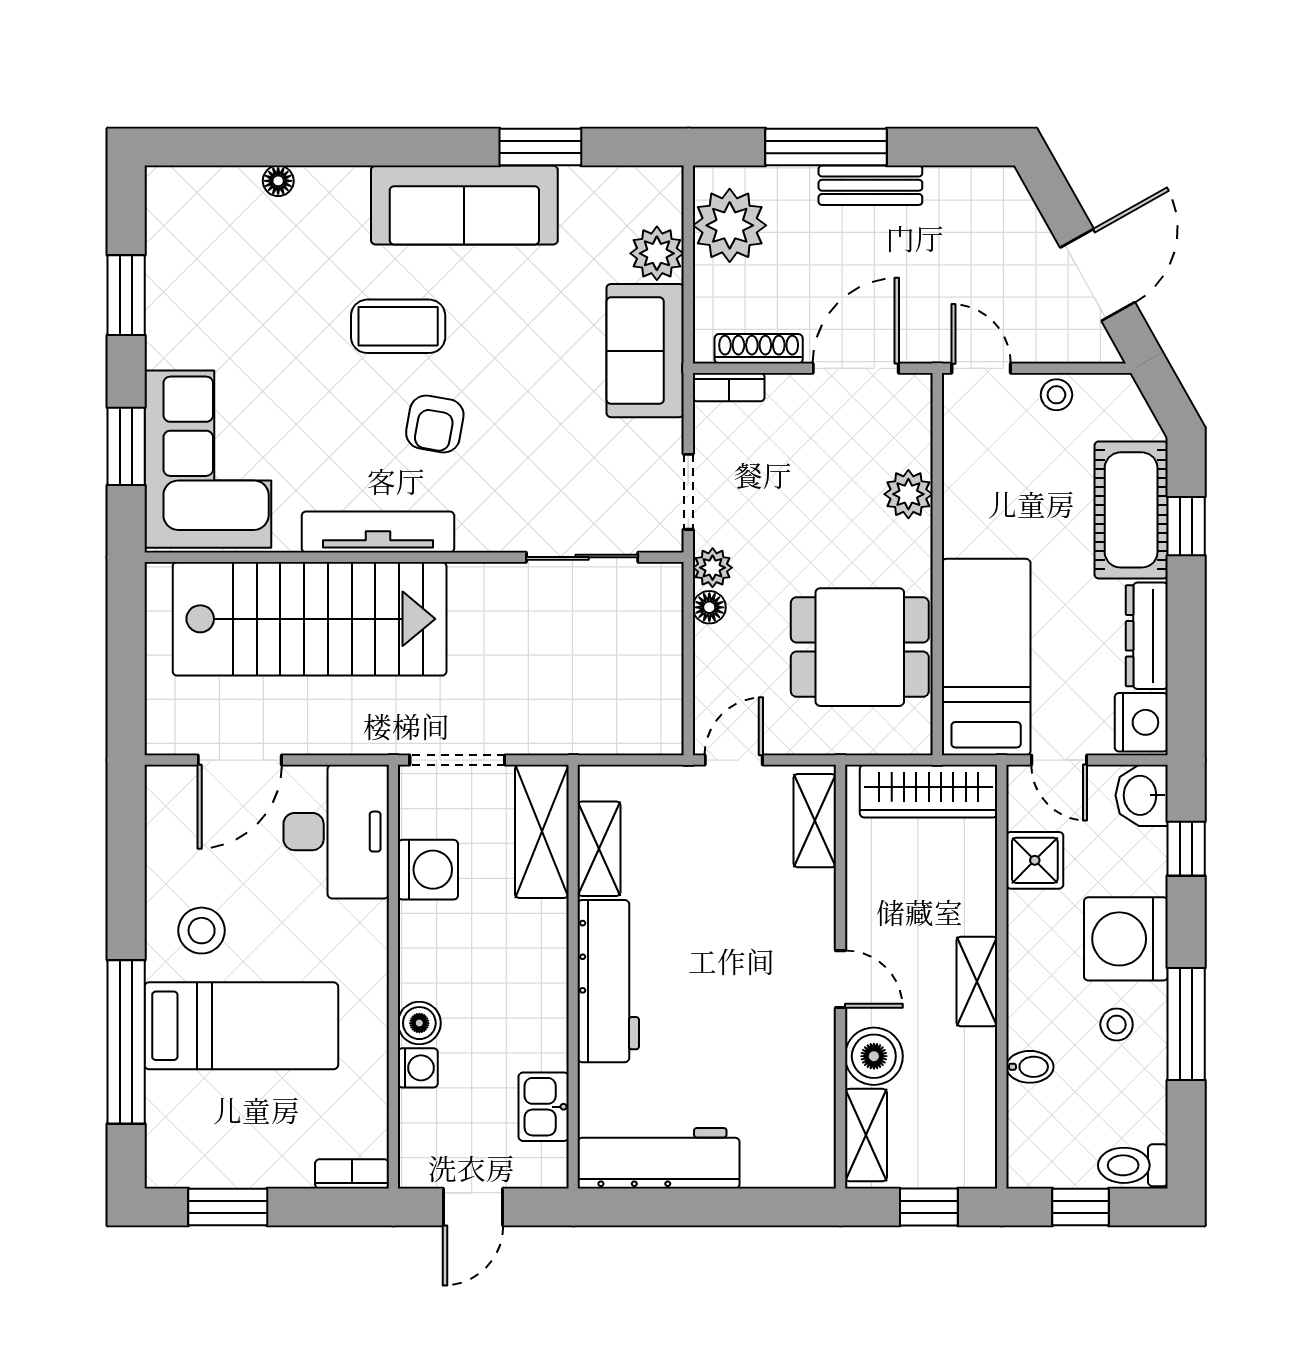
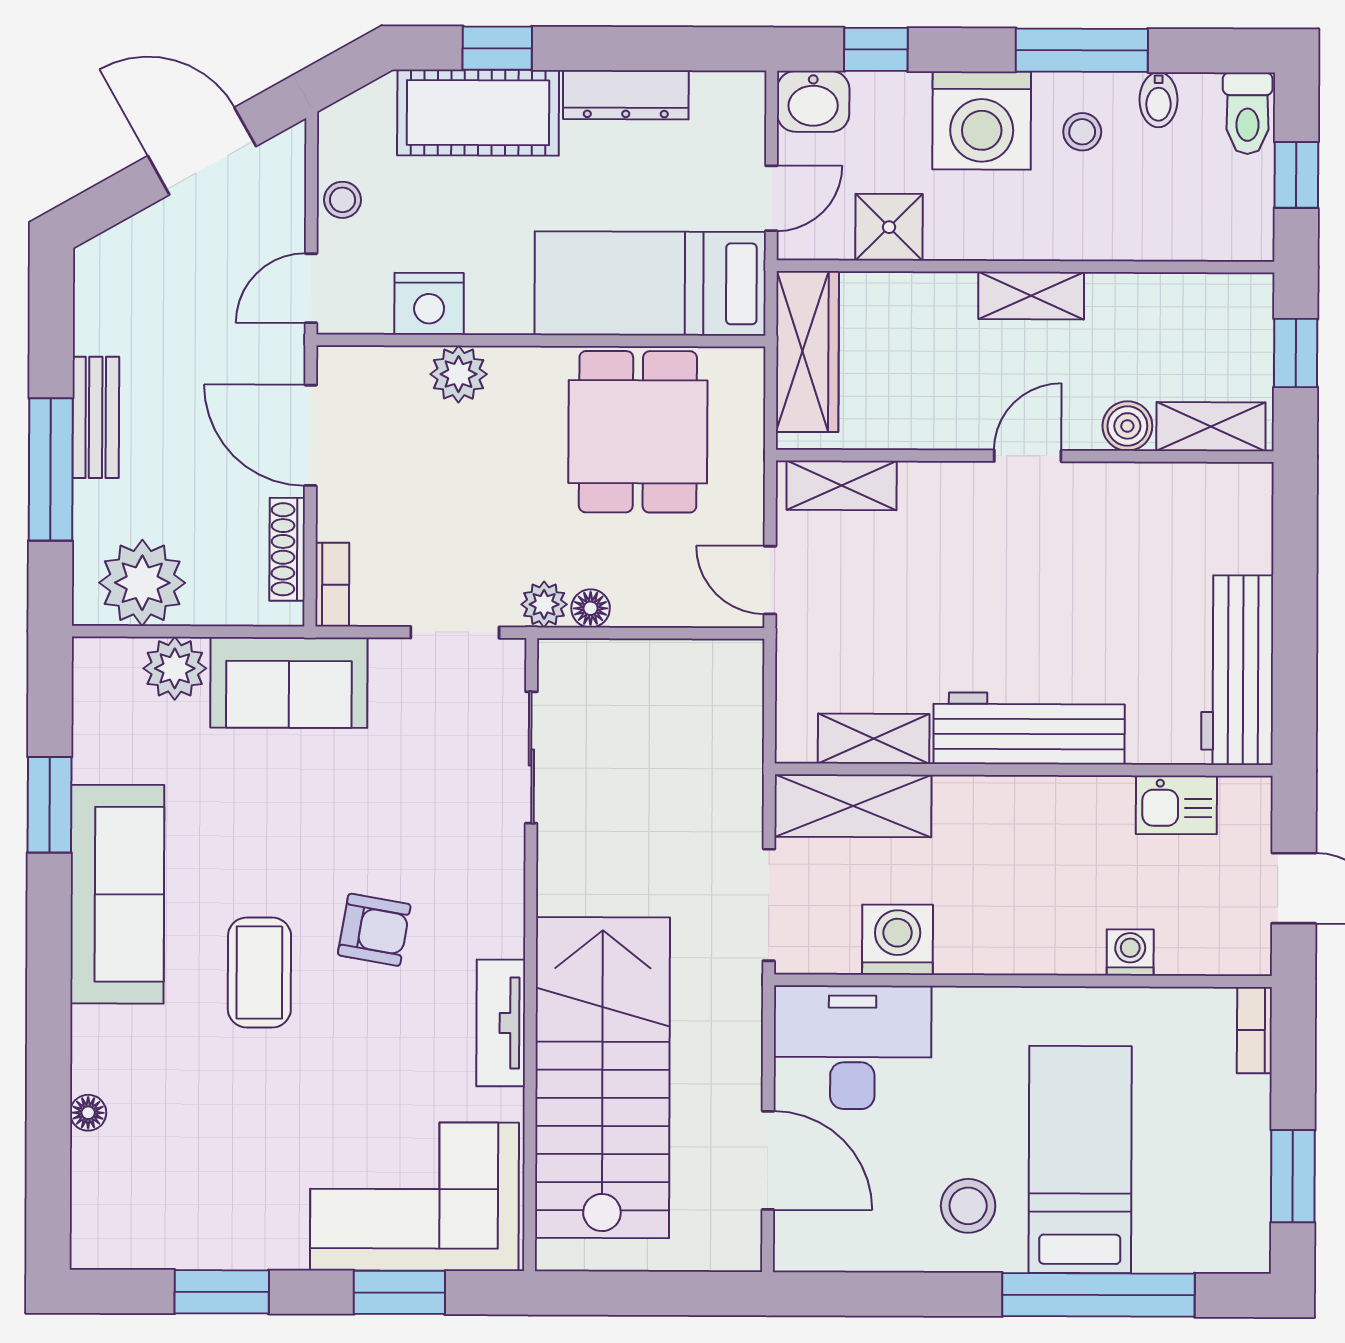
tv unit: (378, 532) -> (501, 1023), width x0.71
nightstand: (1141, 722) -> (429, 304), moved, turned 180
boiler: (419, 1023) -> (1078, 950), removed
boiler: (874, 1056) -> (1127, 426), width x0.73, depth x0.73
bidet: (1030, 1067) -> (1159, 100), moved, turned 180

